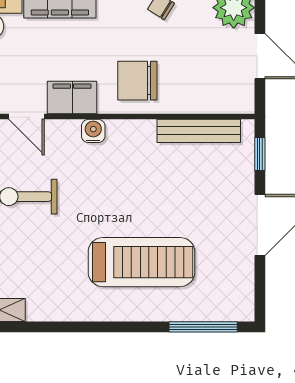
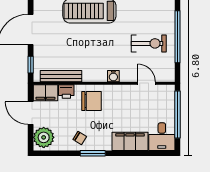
filing cabinet: (72, 98) -> (45, 93), moved
printer: (188, 100) -> (66, 91), added

